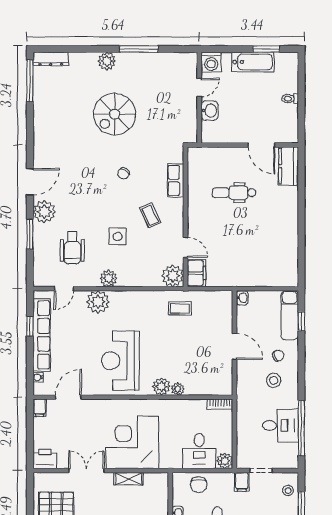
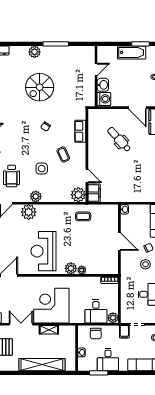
washing machine: (211, 62) -> (104, 99), moved, turned -90
dental chair: (234, 193) -> (119, 139), turned 48

